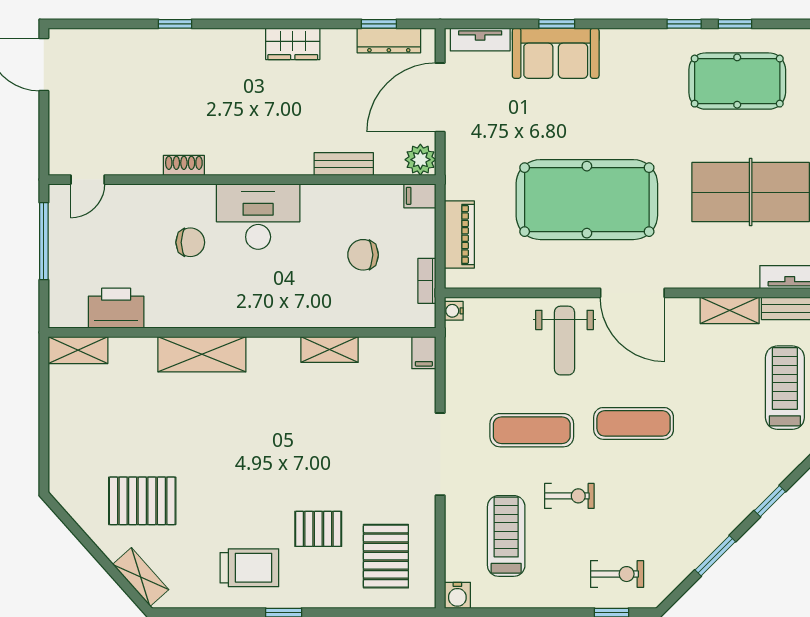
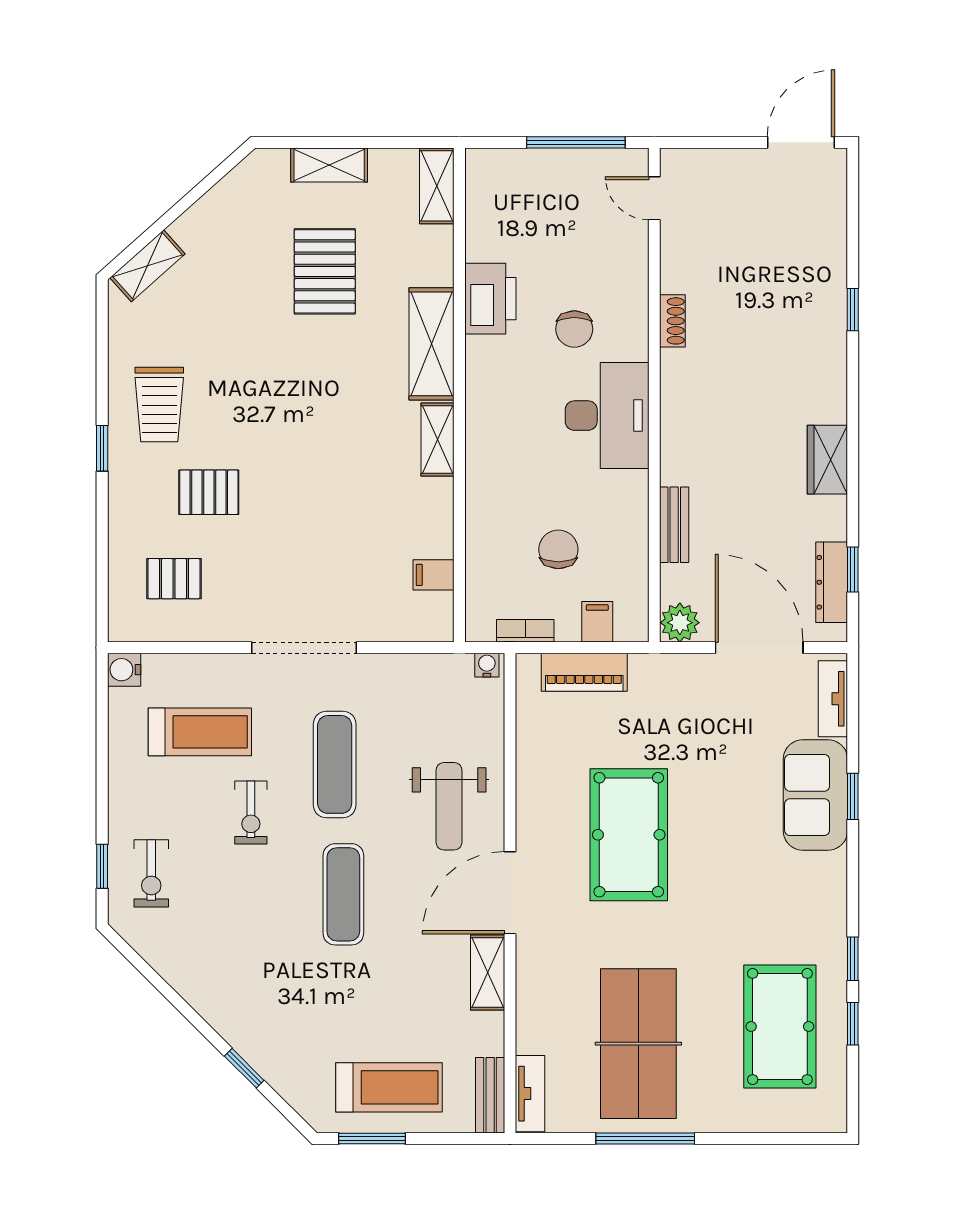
filing cabinet: (420, 196) -> (597, 622), moved
pool table: (587, 200) -> (629, 835), width x0.73, depth x0.76
printer: (116, 308) -> (490, 299), moved
shelving: (730, 310) -> (488, 972), moved
weight bench: (564, 341) -> (449, 806), turned -90
shelving: (330, 350) -> (438, 439), moved
filing cabinet: (424, 353) -> (434, 575), moved
shelving: (62, 435) -> (329, 165), added
pallet: (142, 501) -> (325, 271), moved
pallet: (318, 529) -> (209, 492), turned 90
pallet: (386, 556) -> (174, 579), width x0.67, depth x0.71
window: (715, 556) -> (175, 999), removed

